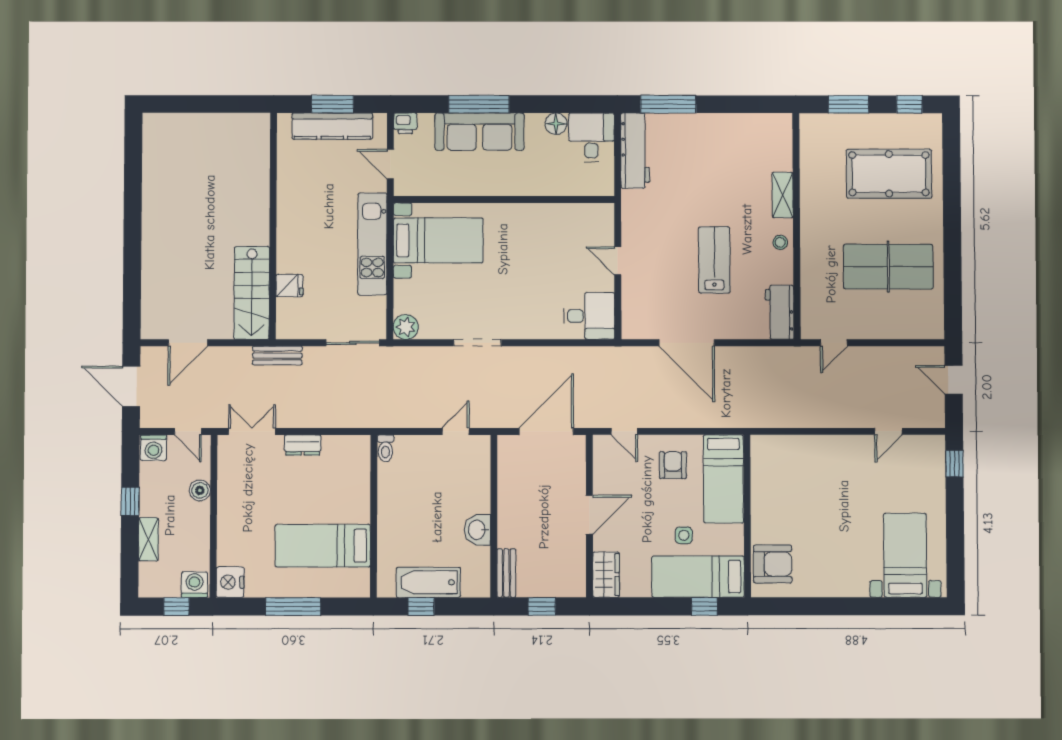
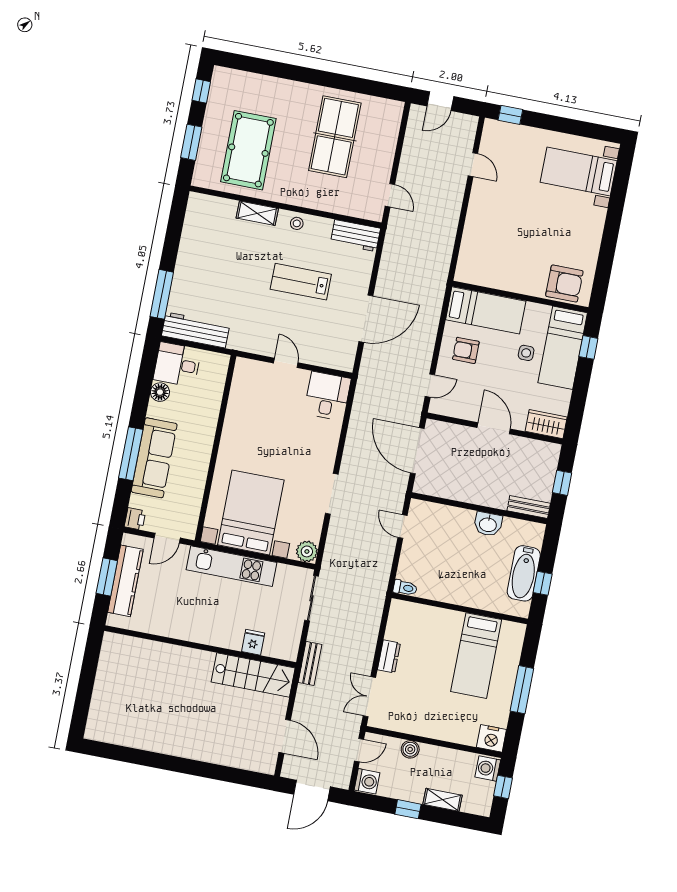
pool table: (889, 174) -> (248, 150), moved
bed with nightstands: (438, 240) -> (251, 512), width x1.36
door: (618, 261) -> (286, 363), swing flipped
armchair: (773, 564) -> (564, 284), turned 90

